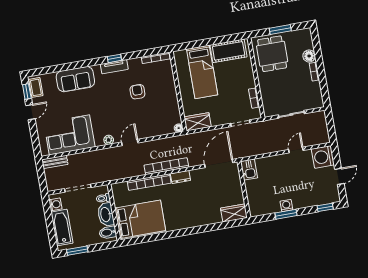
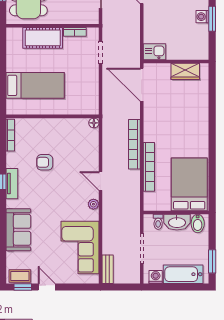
cot: (229, 51) -> (43, 38), moved, turned 90
wardrobe: (198, 122) -> (91, 100), removed
dresser: (180, 177) -> (149, 131), removed
wardrobe: (234, 213) -> (185, 71), moved, turned -90

